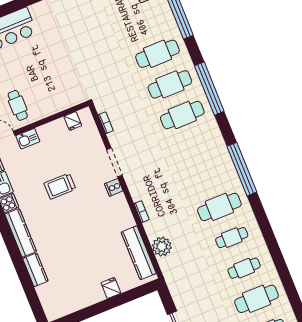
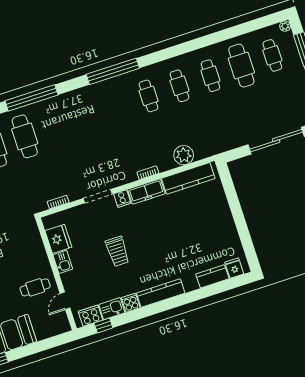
cafe table: (182, 115) -> (56, 126), removed
fridge: (73, 121) -> (58, 239), width x1.88, depth x1.34
kitchen sink: (28, 139) -> (63, 262), moved
cafe table: (219, 207) -> (149, 96), width x0.73, depth x0.74
freezer: (122, 211) -> (146, 192), added
kitchen counter: (35, 270) -> (212, 276), moved
fridge: (111, 288) -> (234, 268), moved, turned 90

